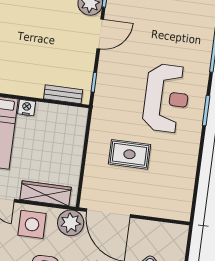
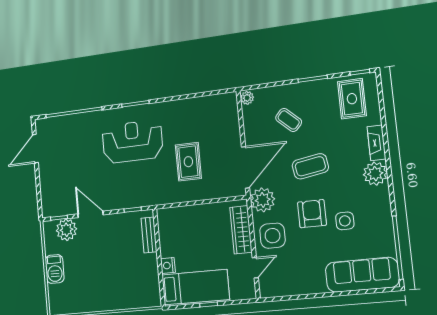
plant: (180, 231) -> (247, 98), added

